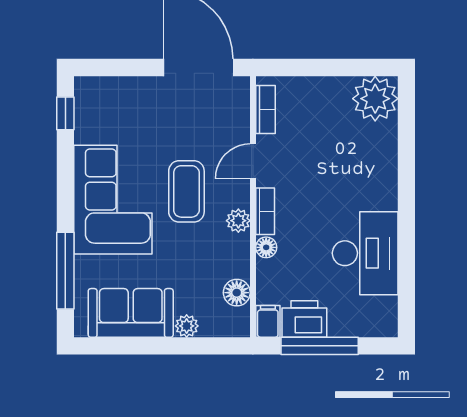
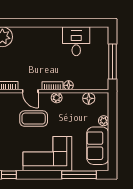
coffee table: (186, 191) -> (34, 119), moved
desk: (365, 253) -> (76, 41), width x0.73
printer: (304, 319) -> (100, 68), removed
filing cabinet: (268, 321) -> (102, 85), removed

